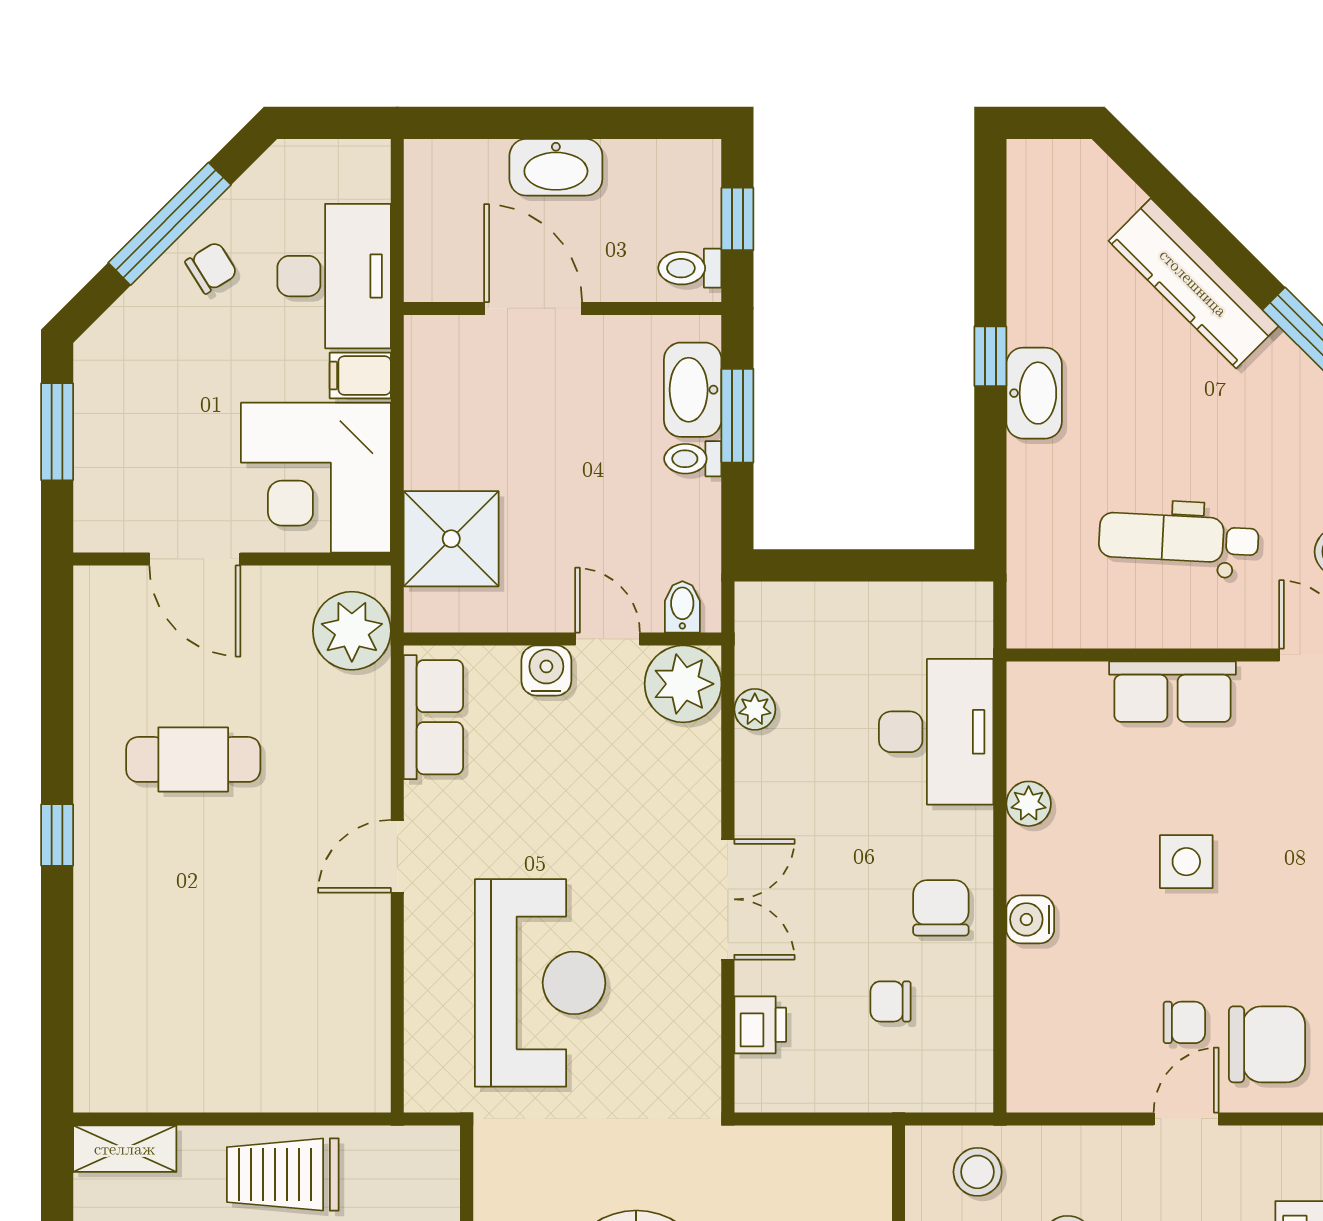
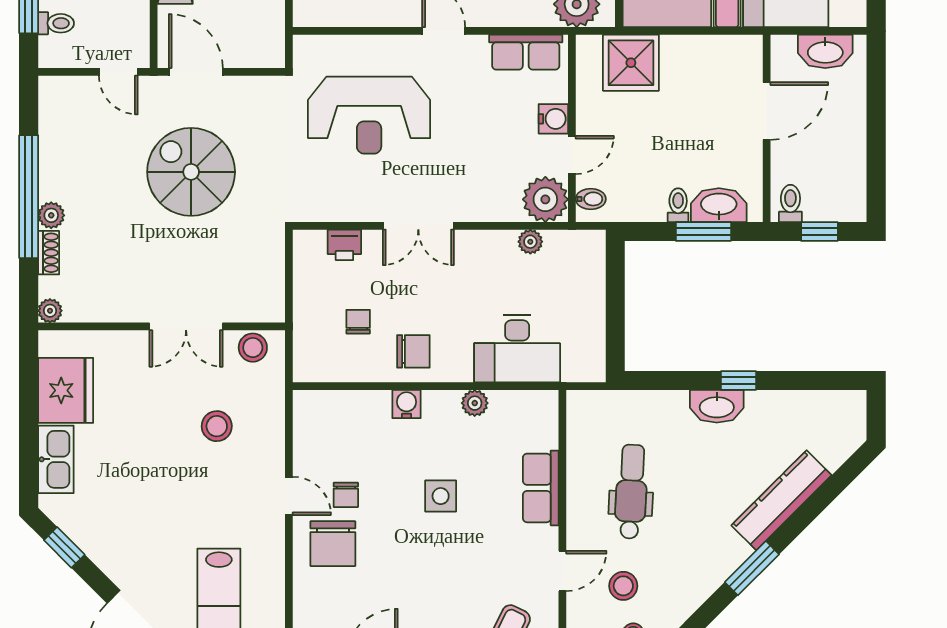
washbasin: (556, 167) -> (825, 51), moved, turned -90
stool: (978, 1172) -> (253, 348), moved

